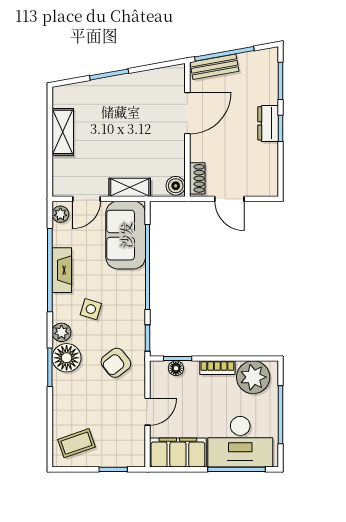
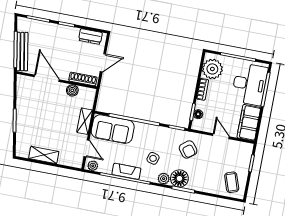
bench: (214, 67) -> (22, 52), width x1.36
dresser: (268, 123) -> (90, 36), moved
shoe rack: (197, 178) -> (83, 79), width x1.43
boiler: (176, 186) -> (72, 90), moved

